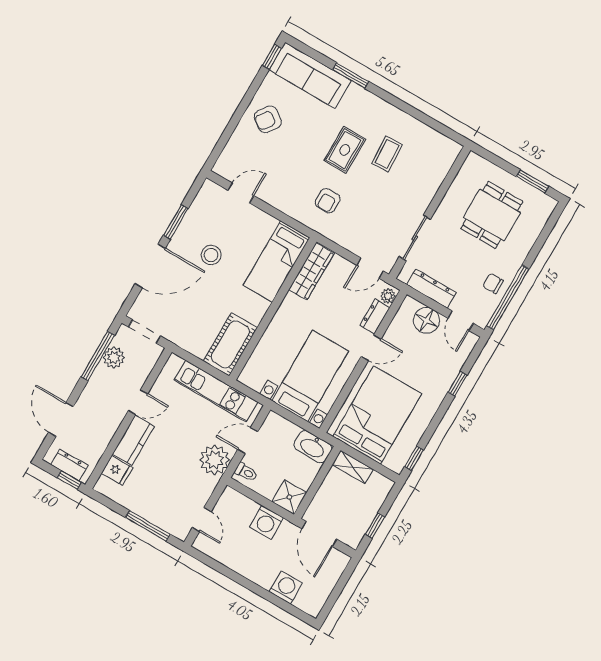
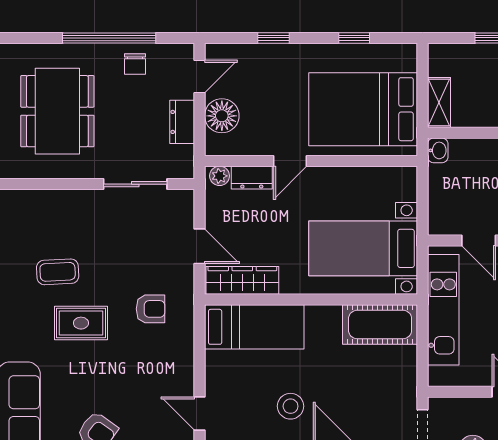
dining table: (492, 215) -> (57, 111), width x1.37
door: (370, 268) -> (200, 246), moved
dresser: (431, 289) -> (182, 122), width x0.70
window: (508, 297) -> (109, 38), moved
door: (371, 348) -> (290, 161), swing flipped
bed with nightstands: (310, 376) -> (363, 248), moved
washbasin: (313, 447) -> (438, 150), width x0.52, depth x0.69
window: (414, 458) -> (354, 38), moved

